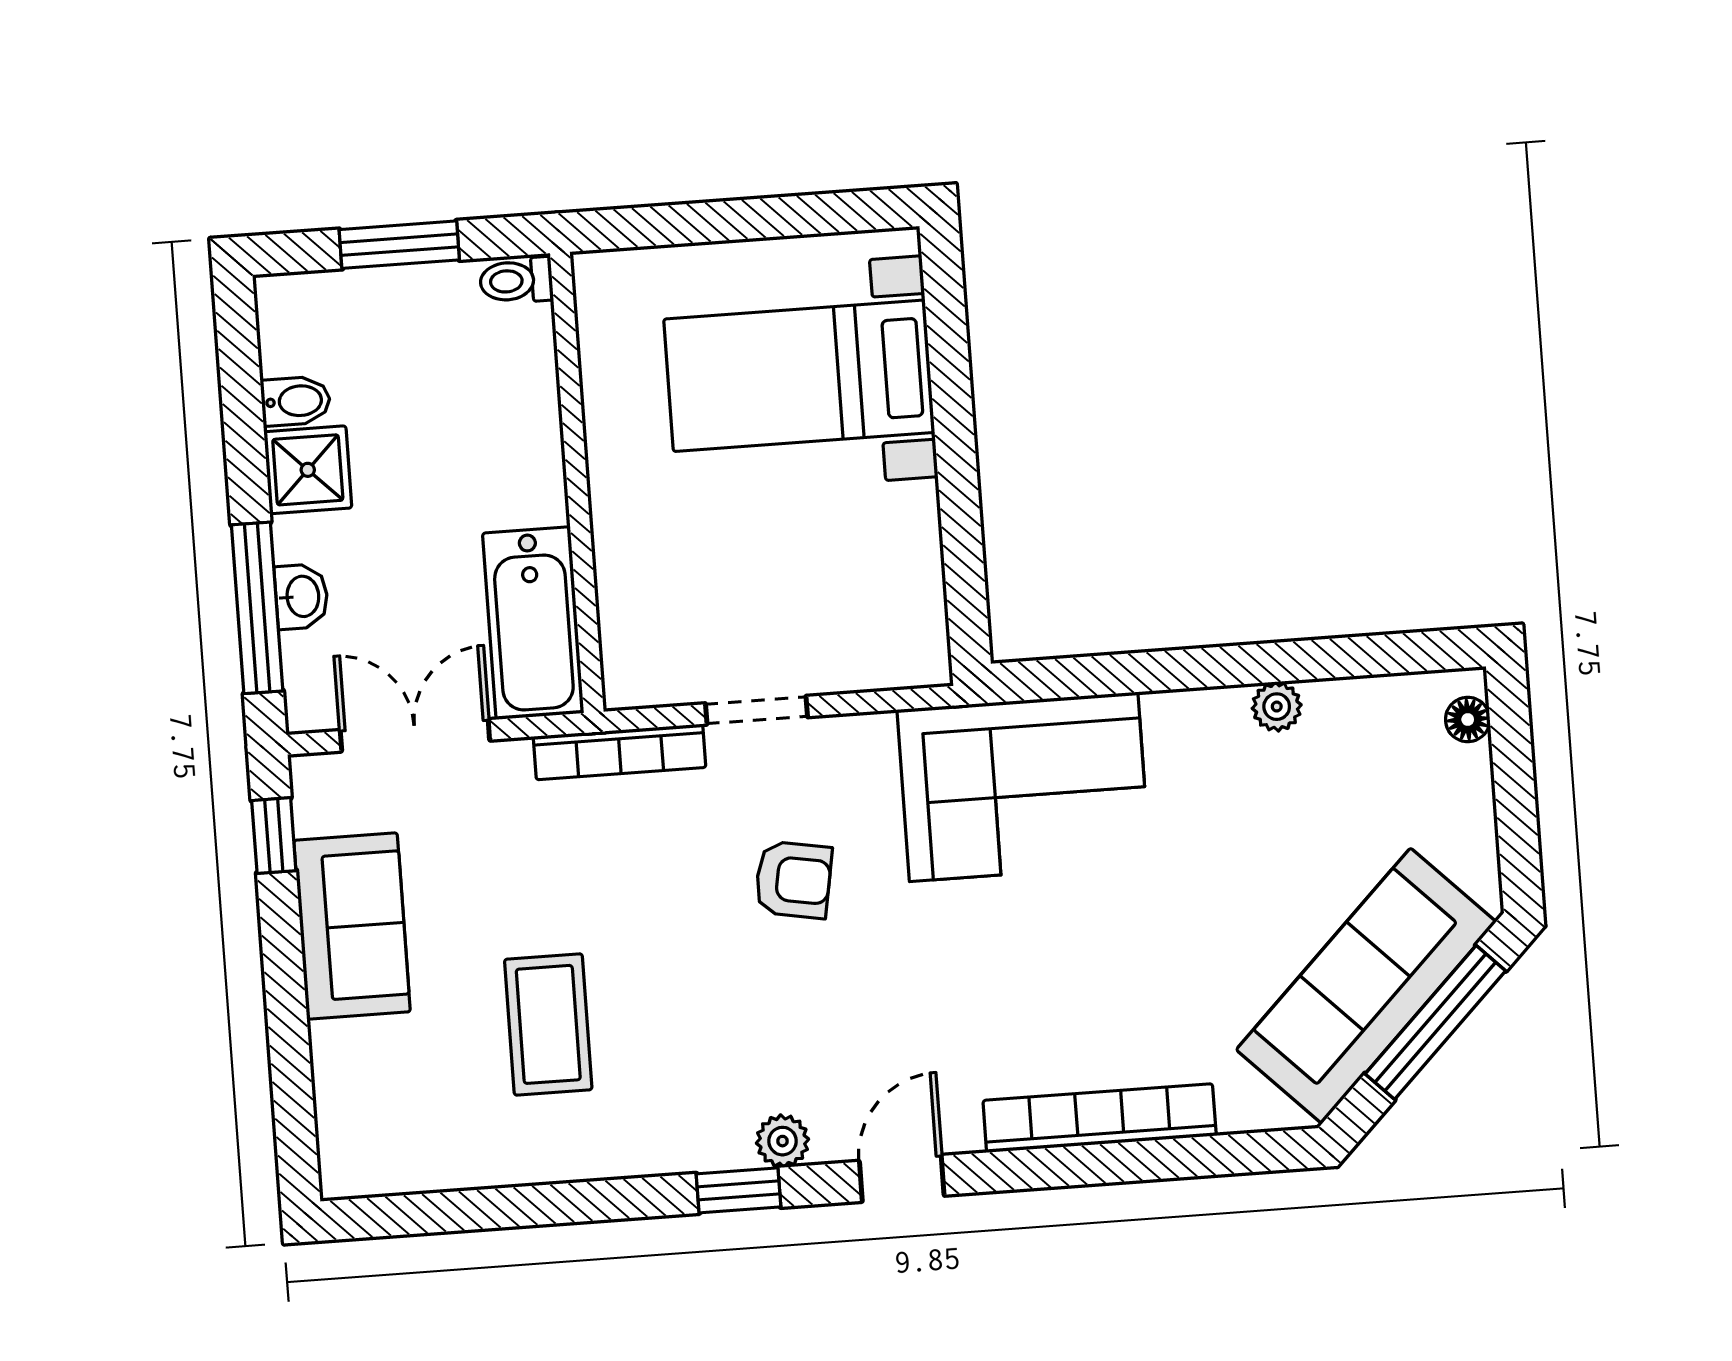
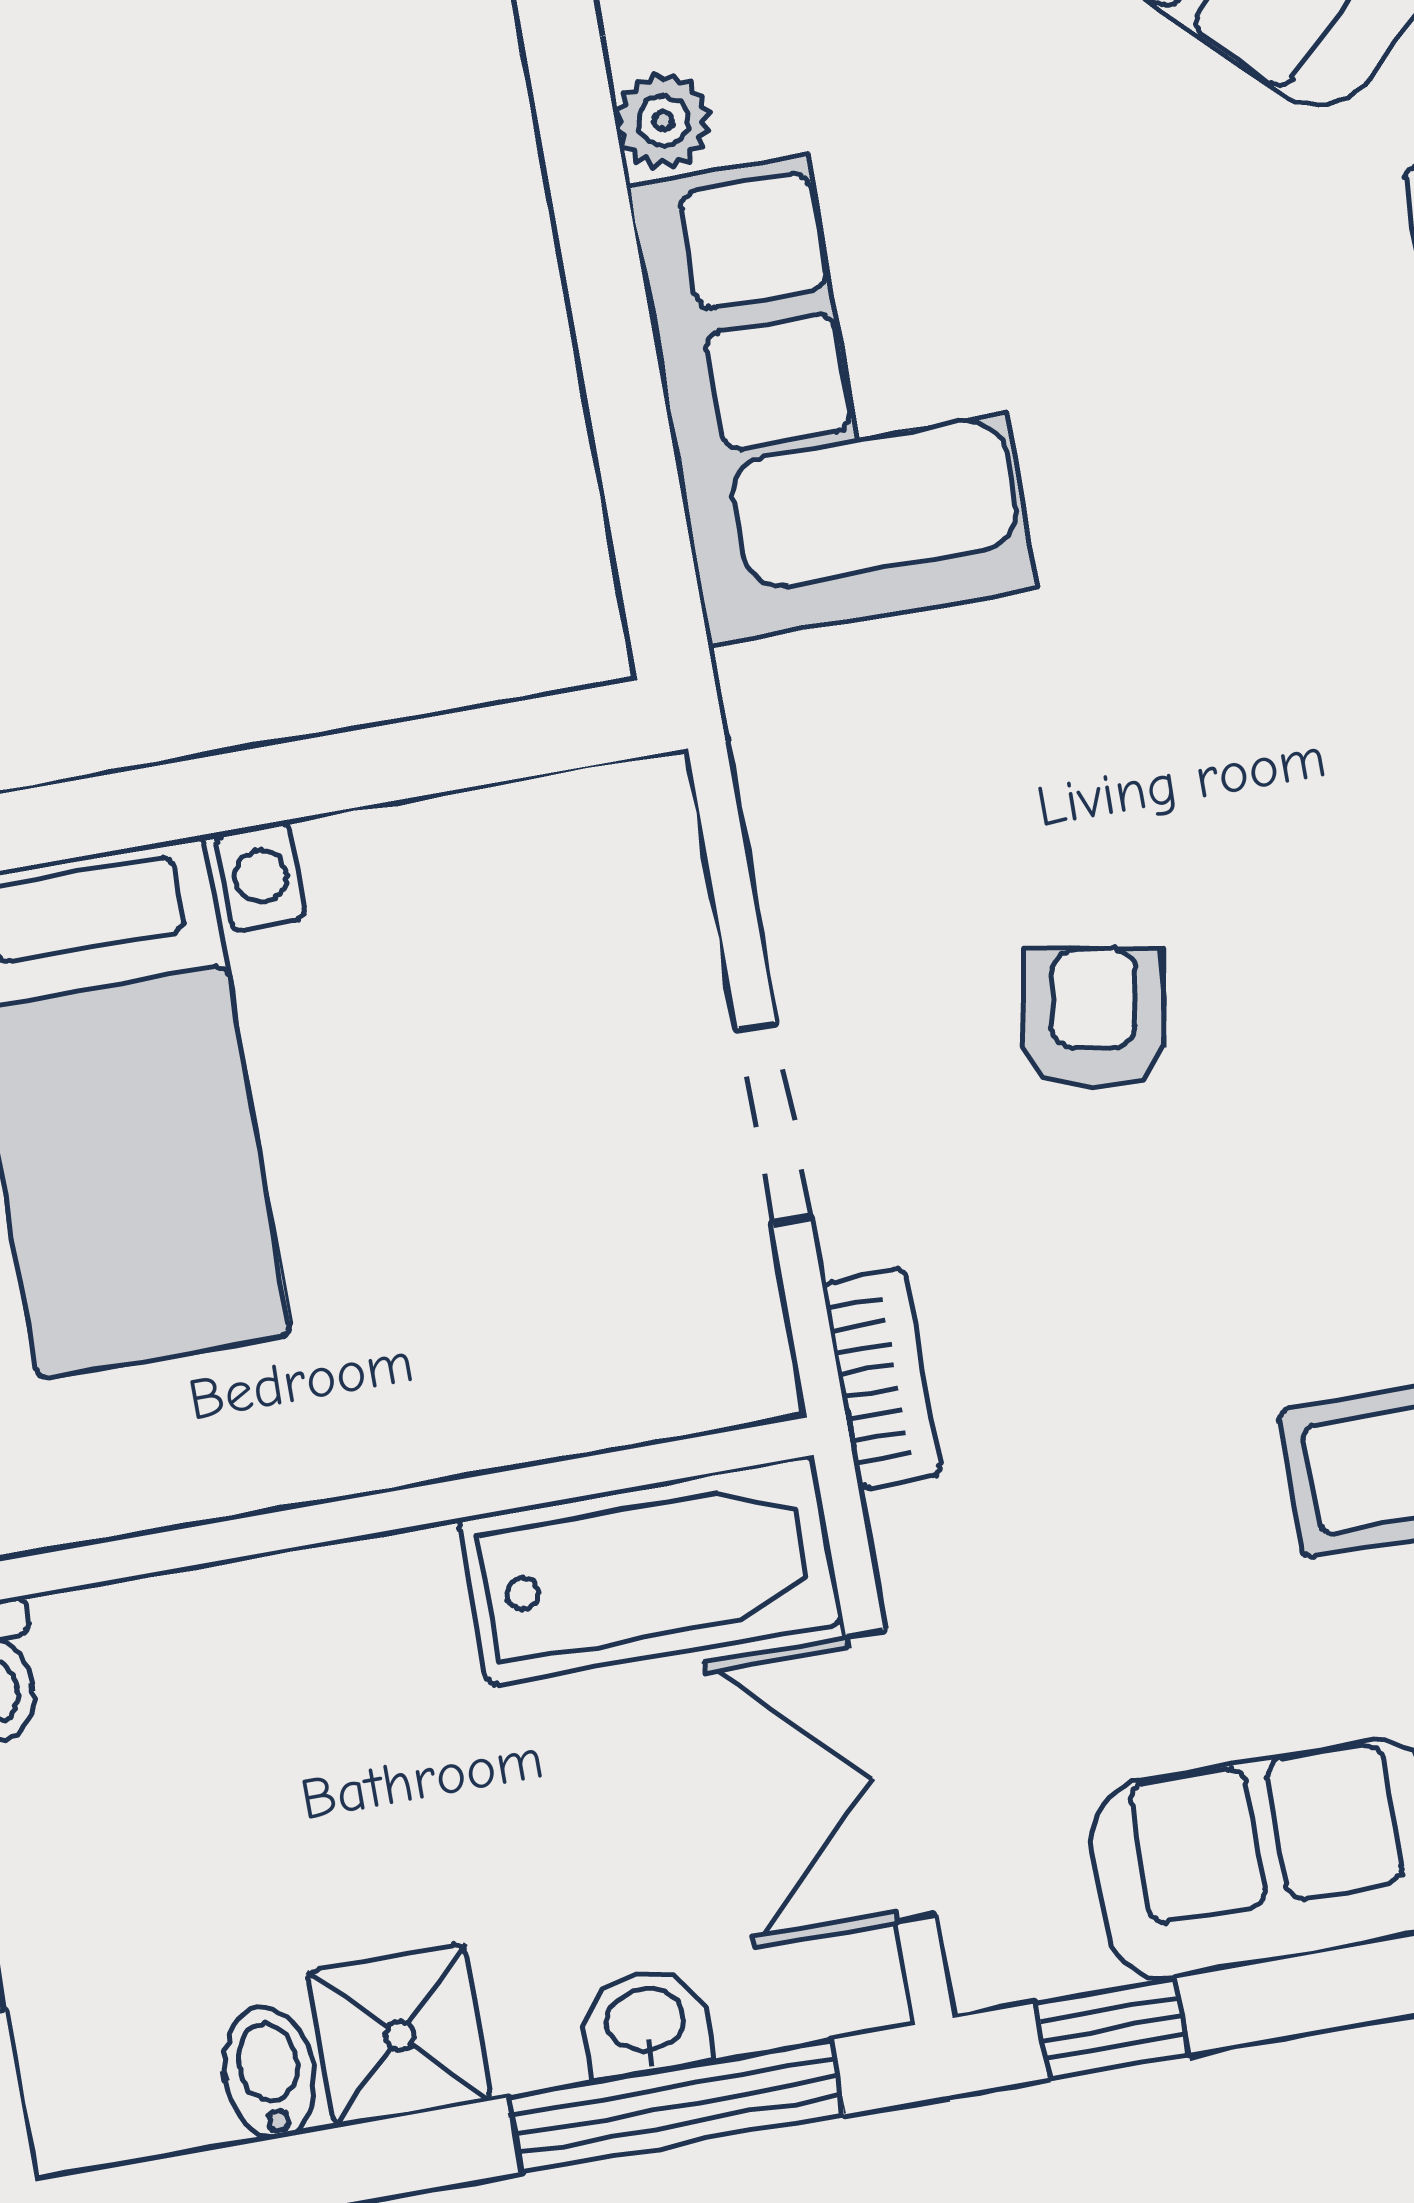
bookcase: (619, 752) -> (882, 1379), width x0.64
corner sofa: (1024, 787) -> (832, 387), moved

